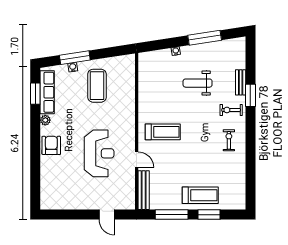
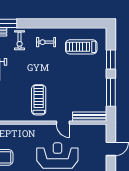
door: (137, 160) -> (63, 123), swing flipped
treadmill: (200, 195) -> (81, 47), moved, turned -90

